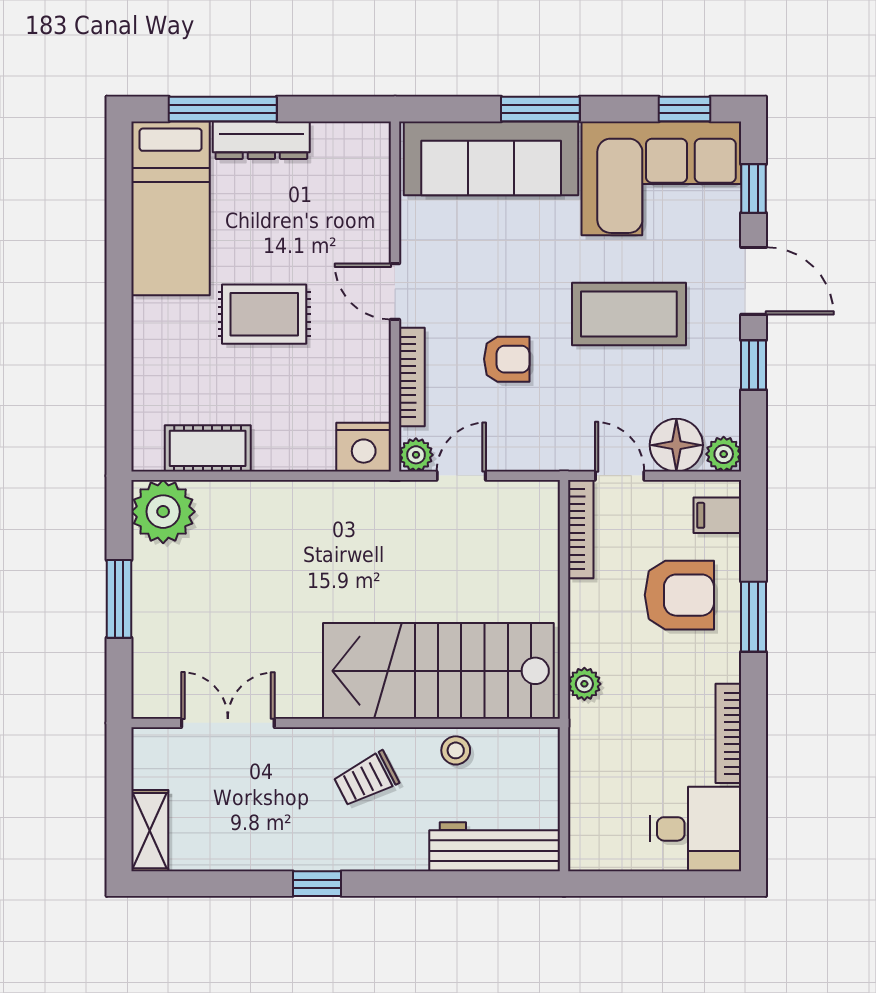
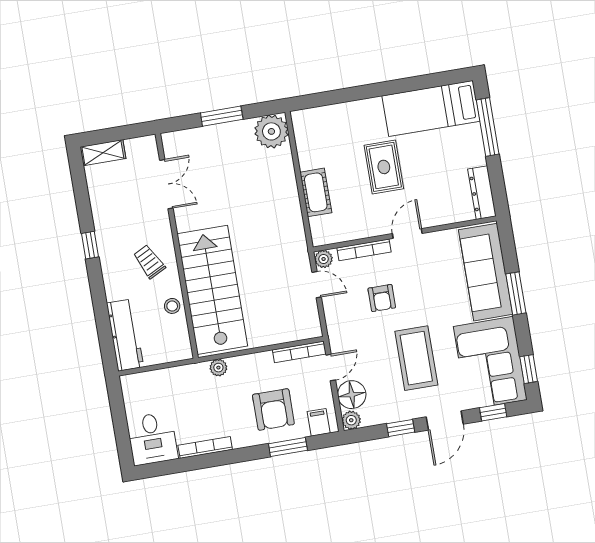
dresser: (261, 140) -> (482, 193), moved
nightstand: (364, 447) -> (323, 231), removed
cot: (208, 448) -> (316, 192), moved
window: (754, 617) -> (288, 447), moved

